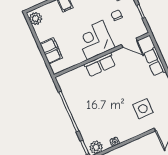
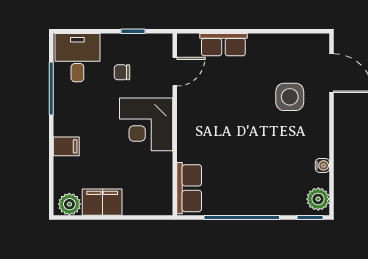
filing cabinet: (51, 51) -> (102, 202), moved
row of seats: (100, 65) -> (189, 188), moved

